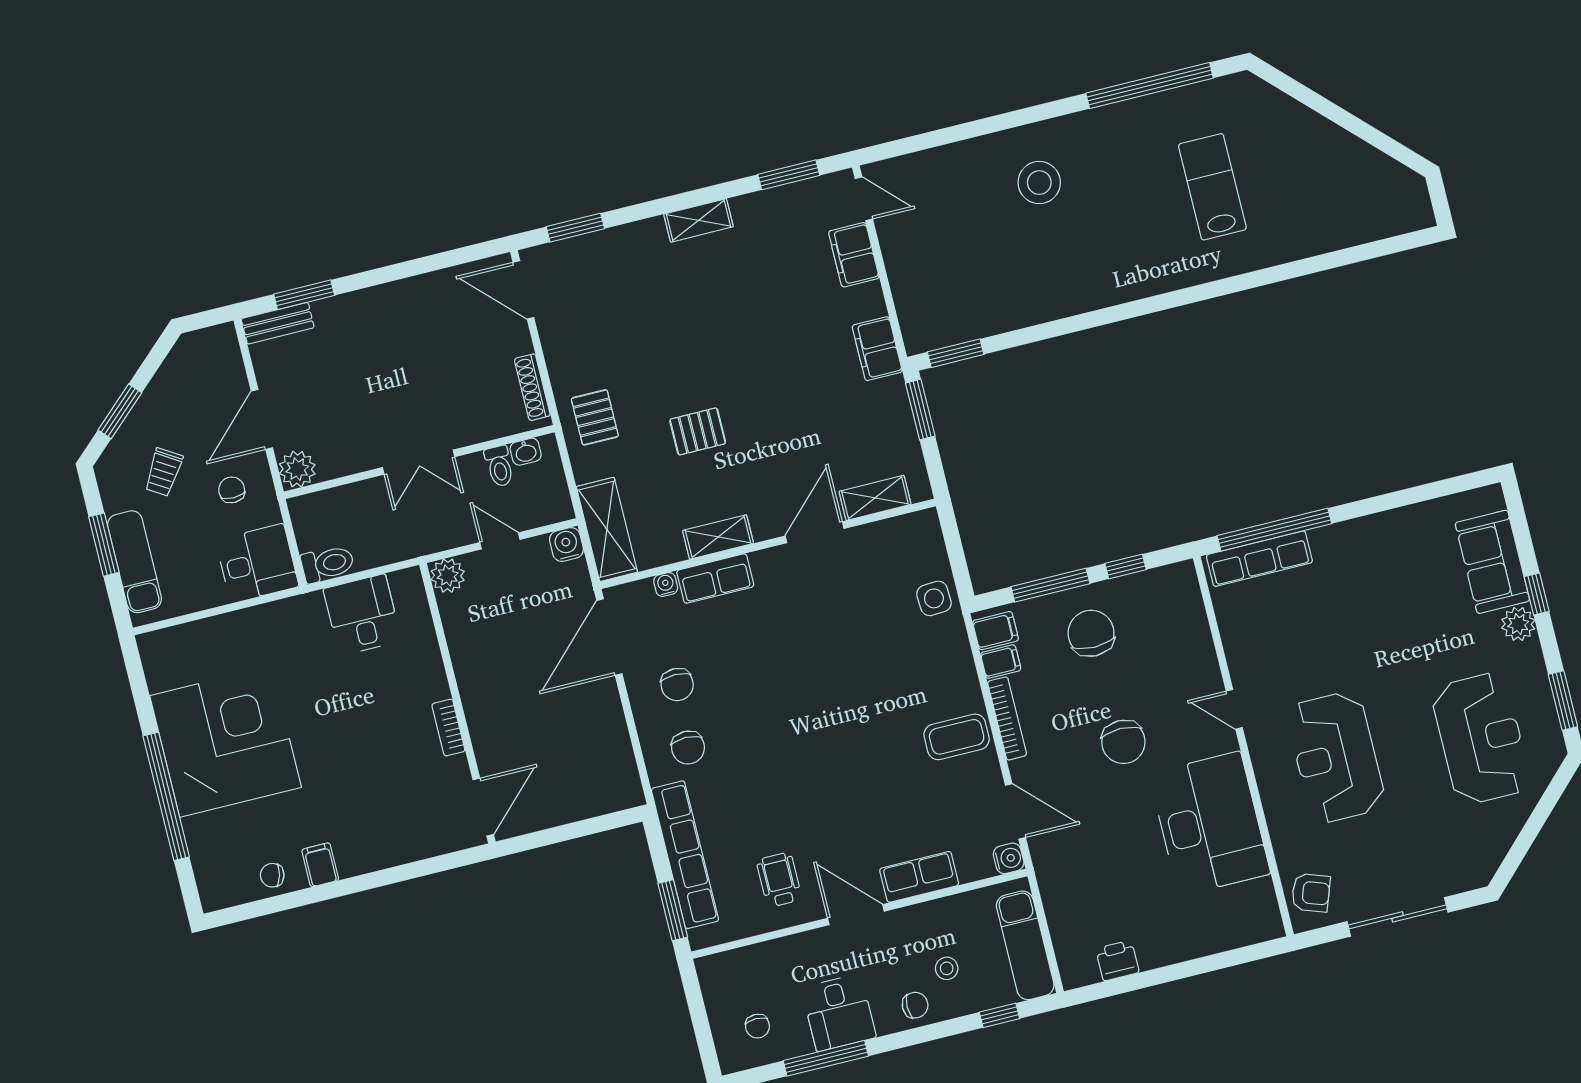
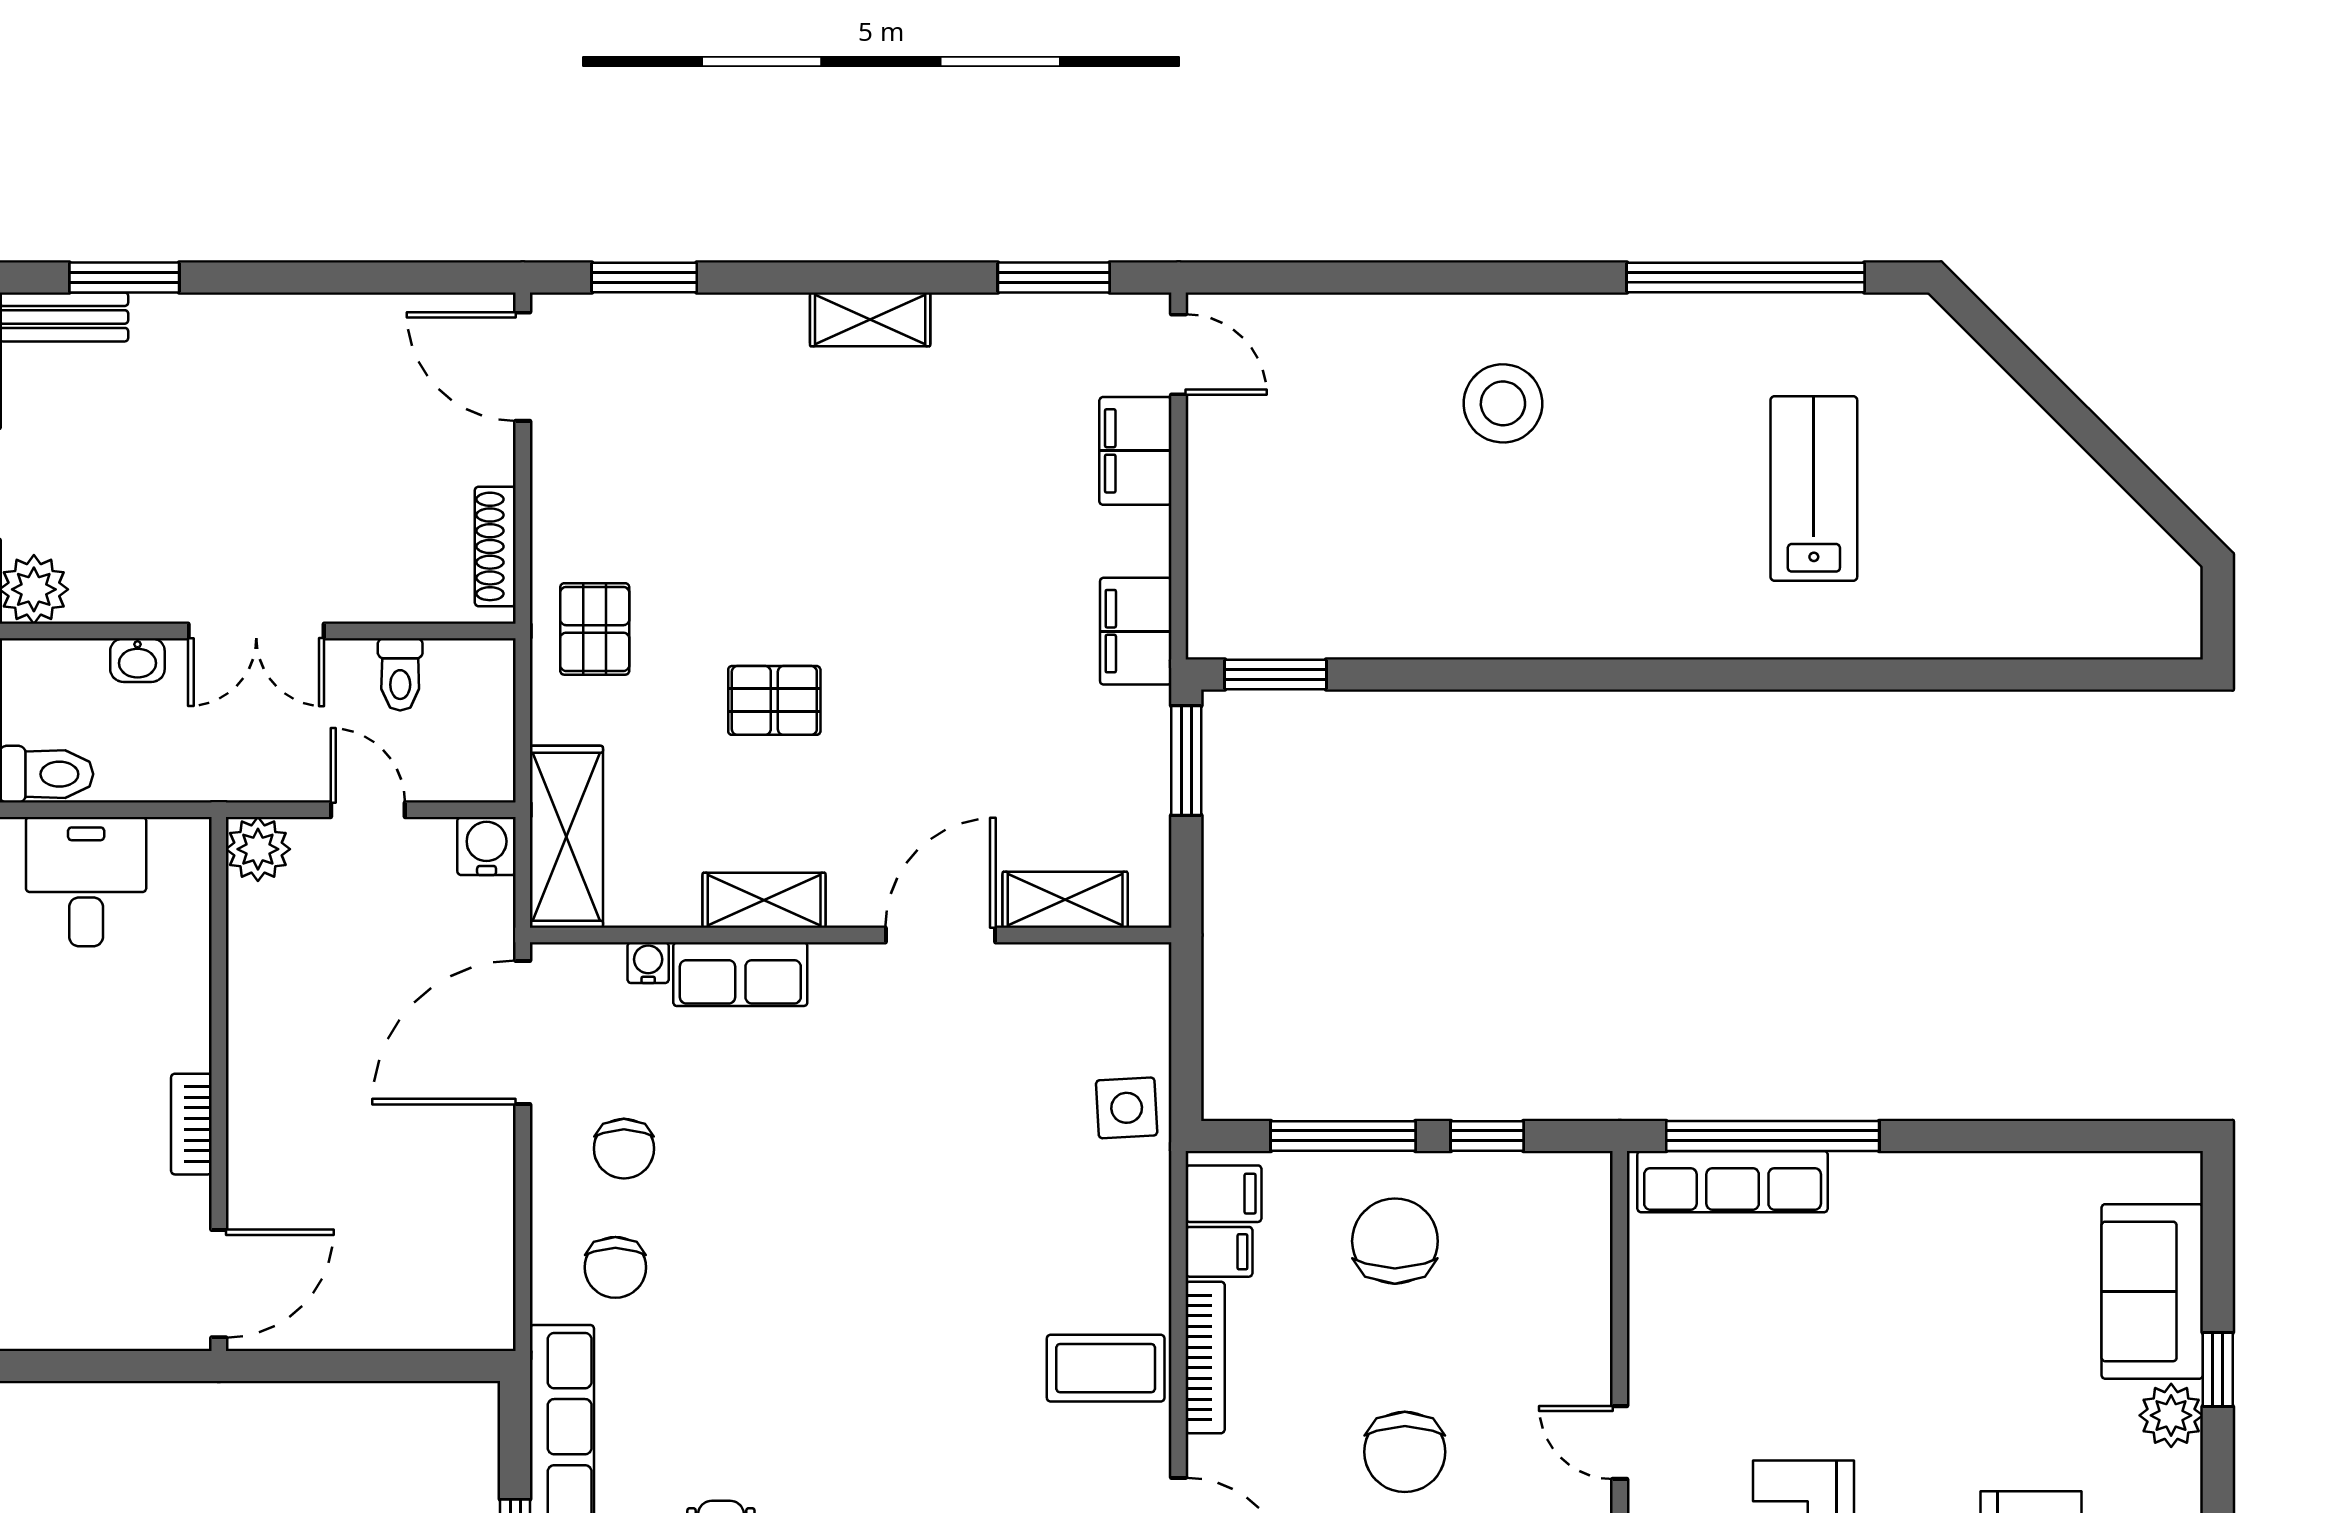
washbasin: (526, 452) -> (137, 660), moved

